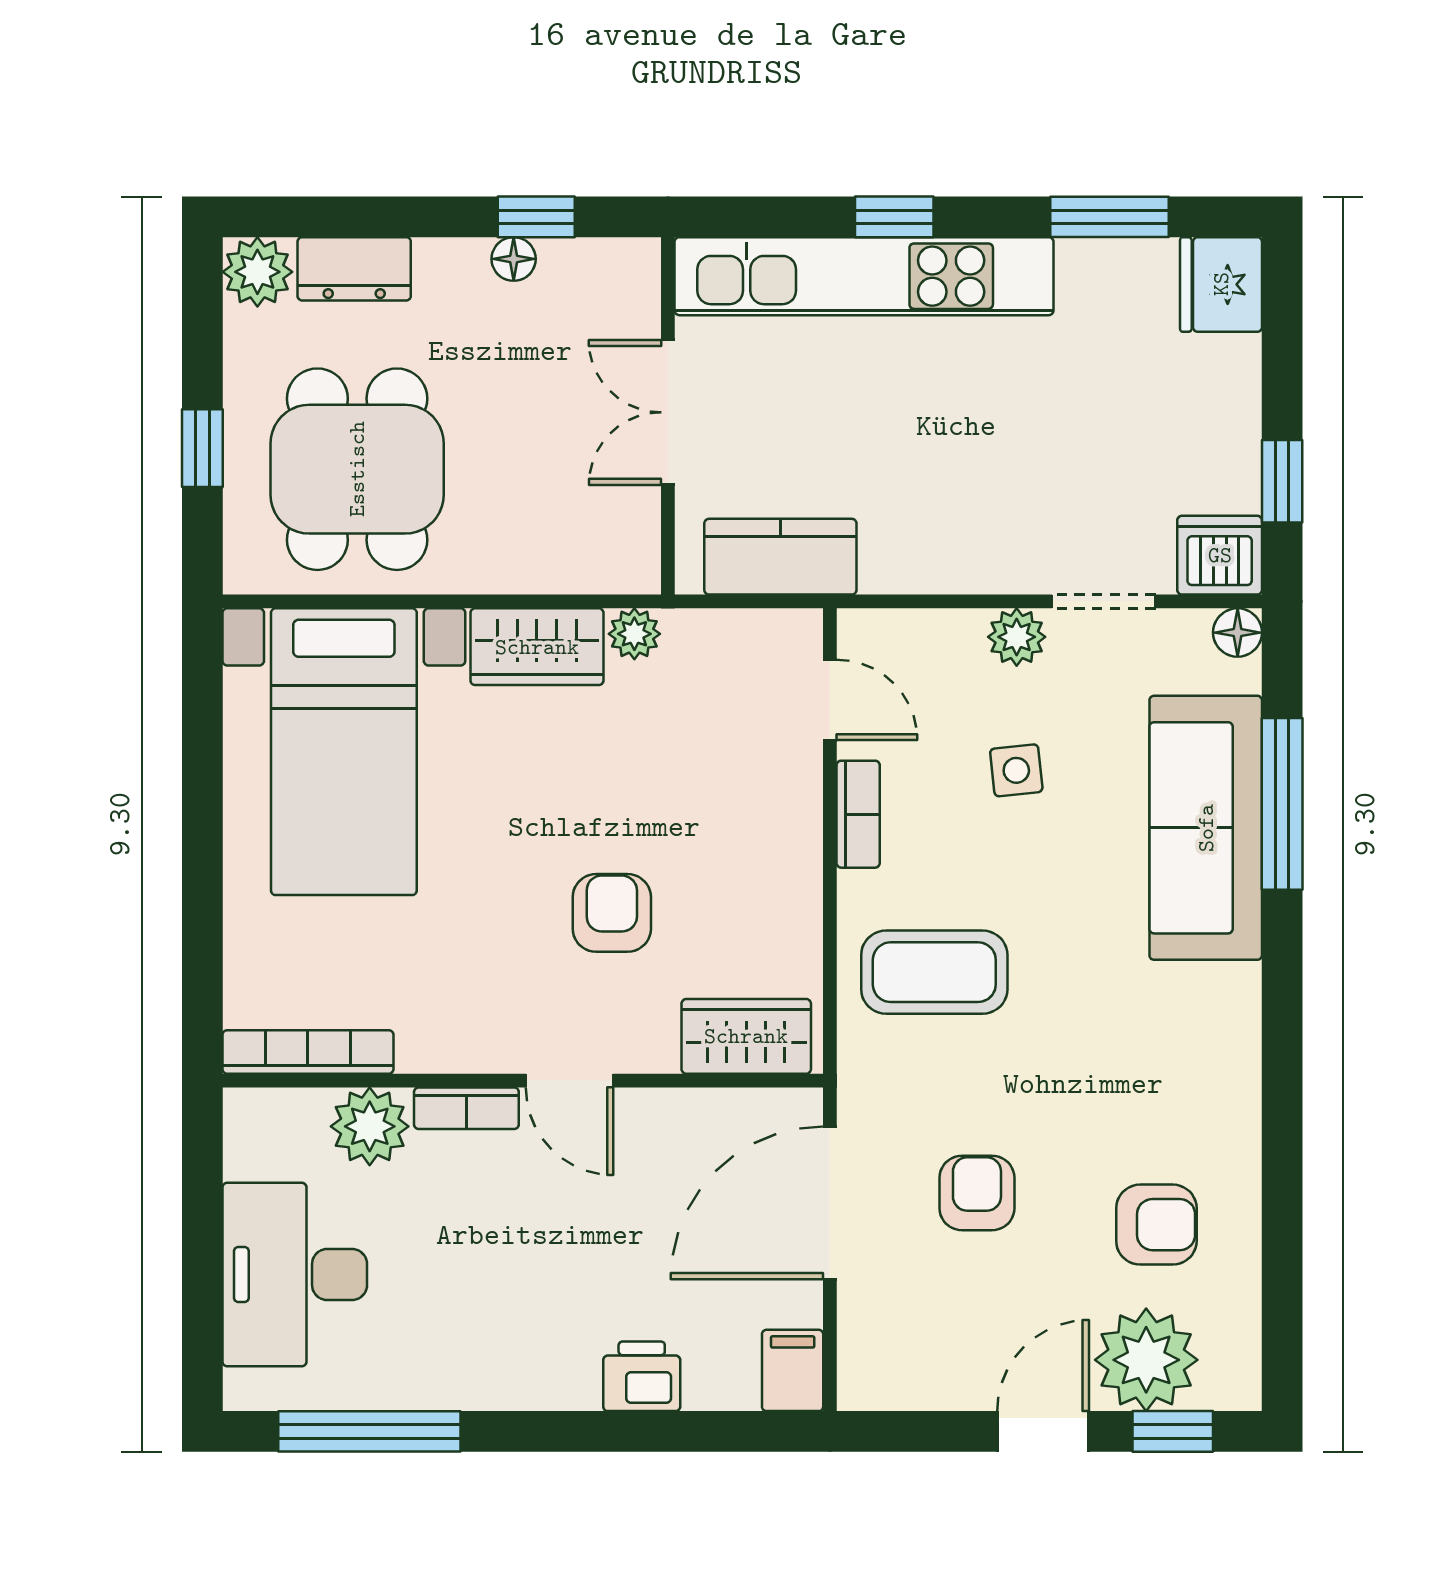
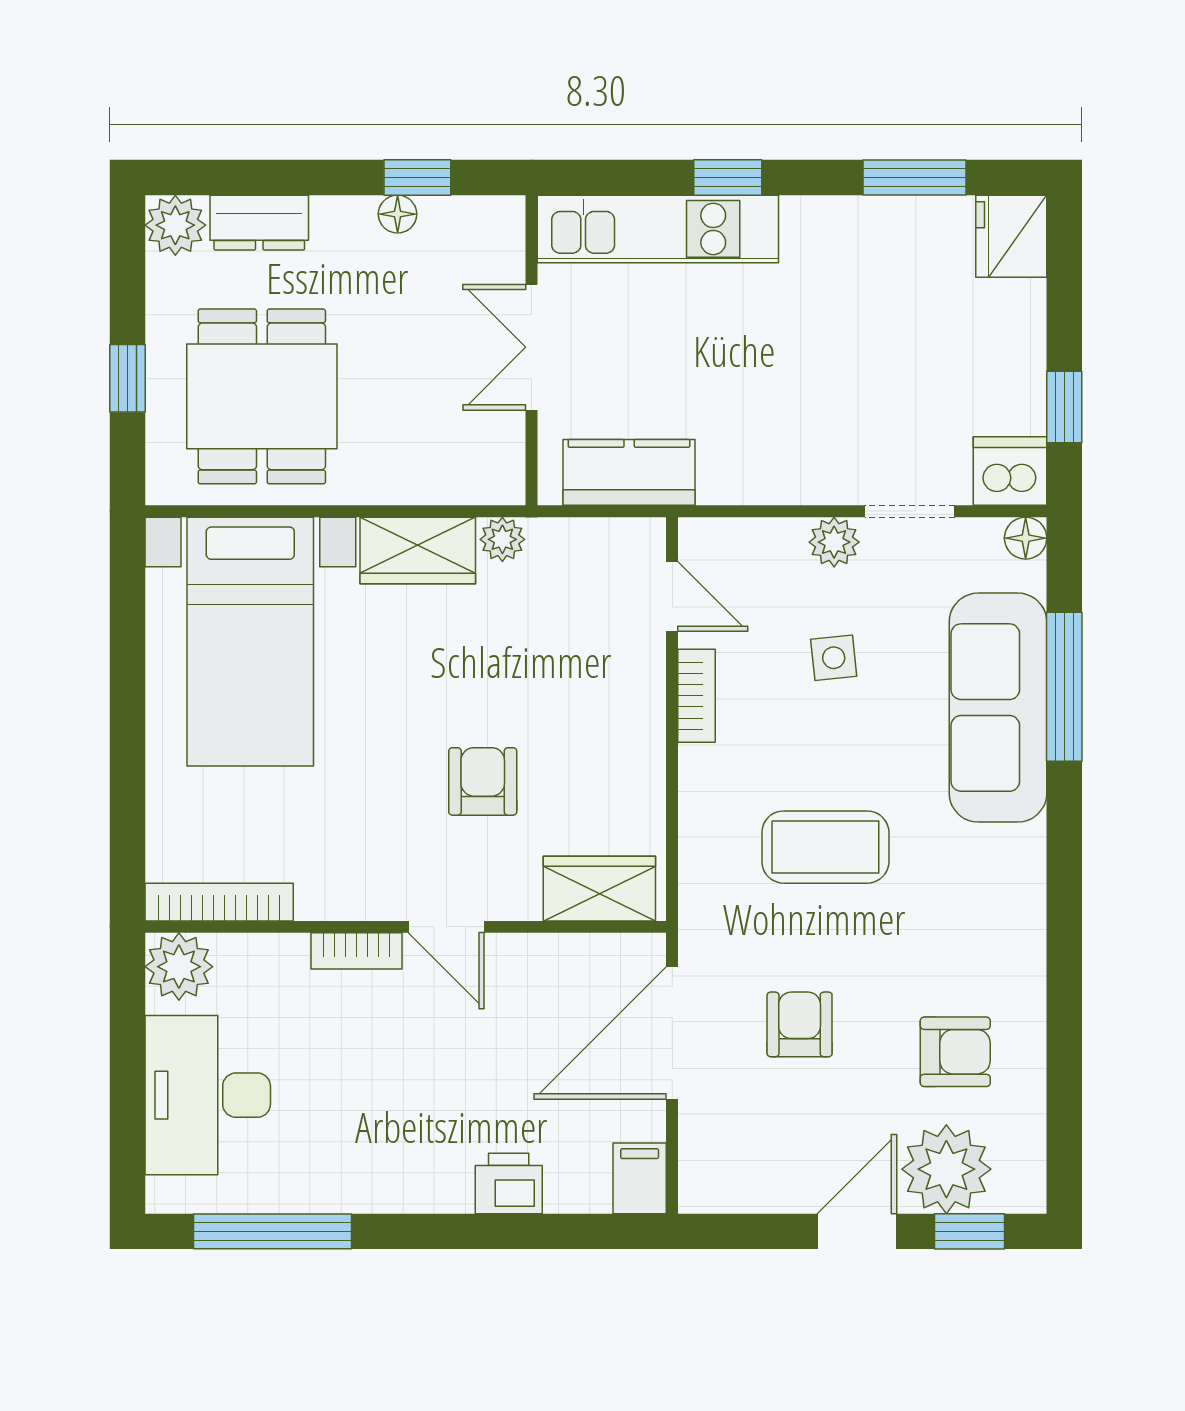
kitchen unit: (864, 276) -> (658, 229), width x0.73
coffee table: (934, 972) -> (825, 847), moved
plant: (370, 1126) -> (179, 967), moved

